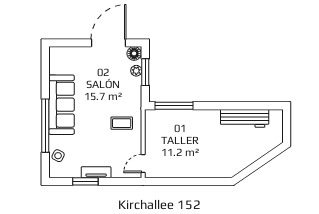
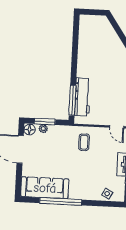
sofa: (62, 105) -> (45, 188), moved
workbench: (245, 118) -> (83, 97), moved
window: (45, 126) -> (61, 201), moved

